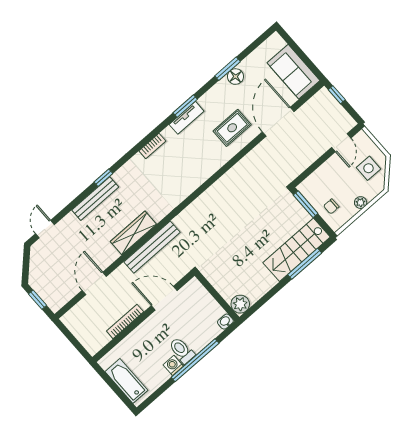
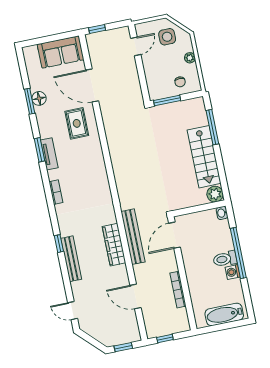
door: (341, 143) -> (136, 46), hinge flipped
stairs: (297, 250) -> (204, 157), moved
door: (164, 298) -> (174, 235), moved
window: (69, 336) -> (165, 338), added

